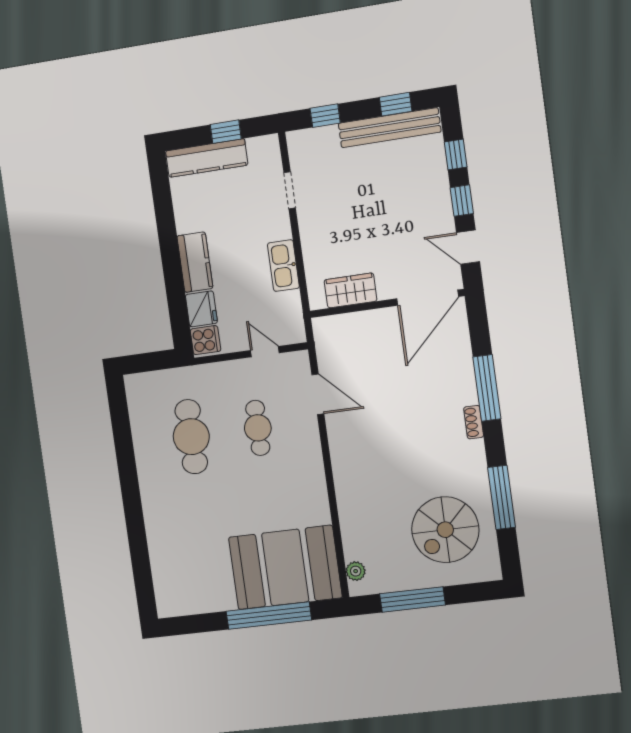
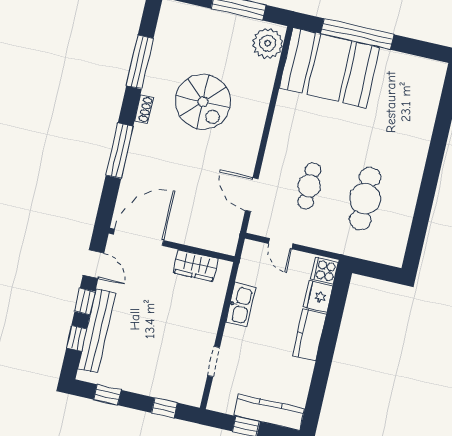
bench: (390, 128) -> (97, 331), moved, turned 90
shoe rack: (474, 422) -> (144, 109), moved
spiral stairs: (445, 530) -> (203, 102), moved, turned 90
plant: (356, 571) -> (268, 43), width x1.88, depth x1.88

